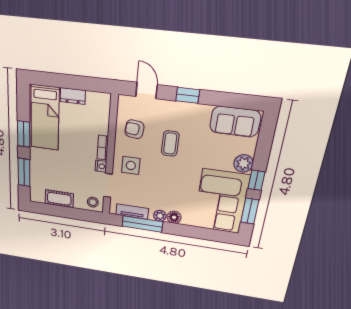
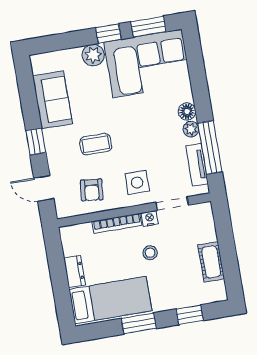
door: (146, 90) -> (44, 188), hinge flipped
sofa: (235, 122) -> (52, 100), moved
bookcase: (103, 148) -> (117, 223), width x1.56
window: (24, 172) -> (190, 315), width x0.67
stool: (93, 202) -> (150, 253), moved

